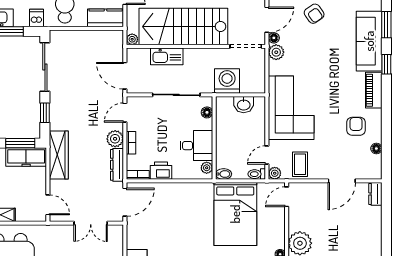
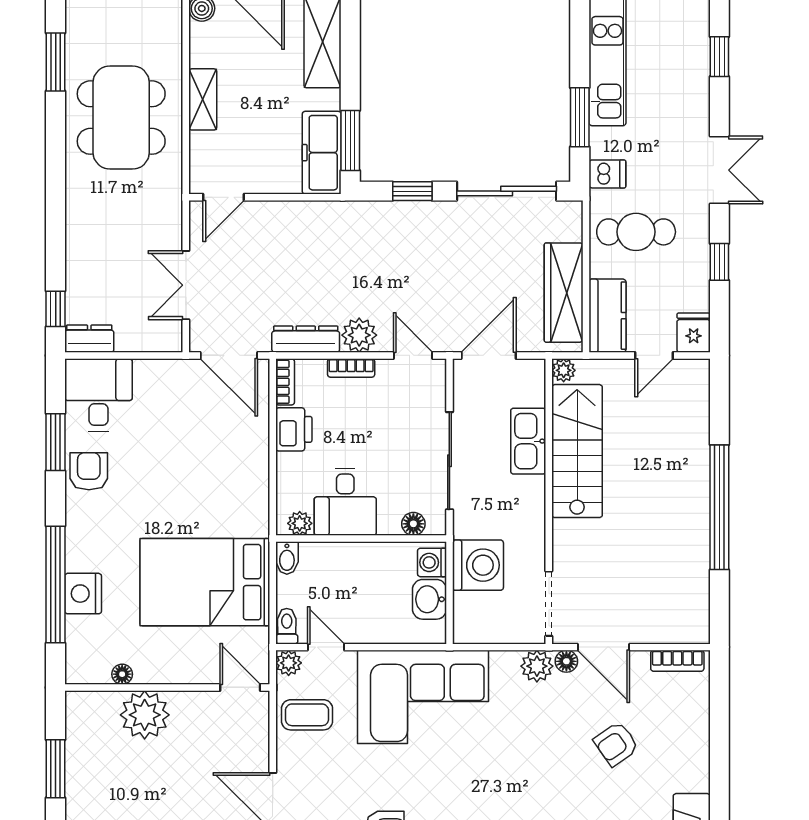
stairs: (183, 27) -> (577, 451), width x0.73, depth x0.66
washing machine: (226, 103) -> (432, 562), added
wardrobe: (59, 155) -> (564, 293), moved, turned 90

